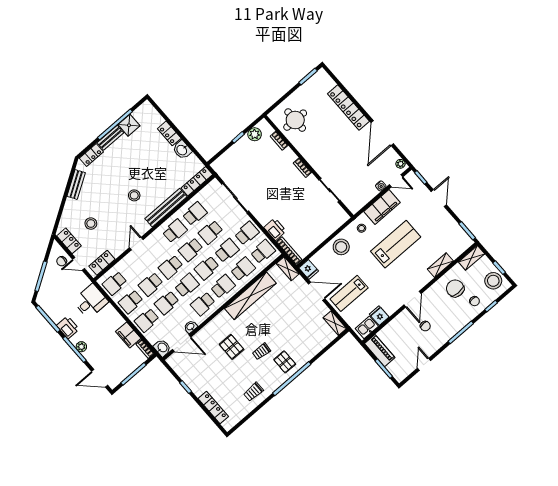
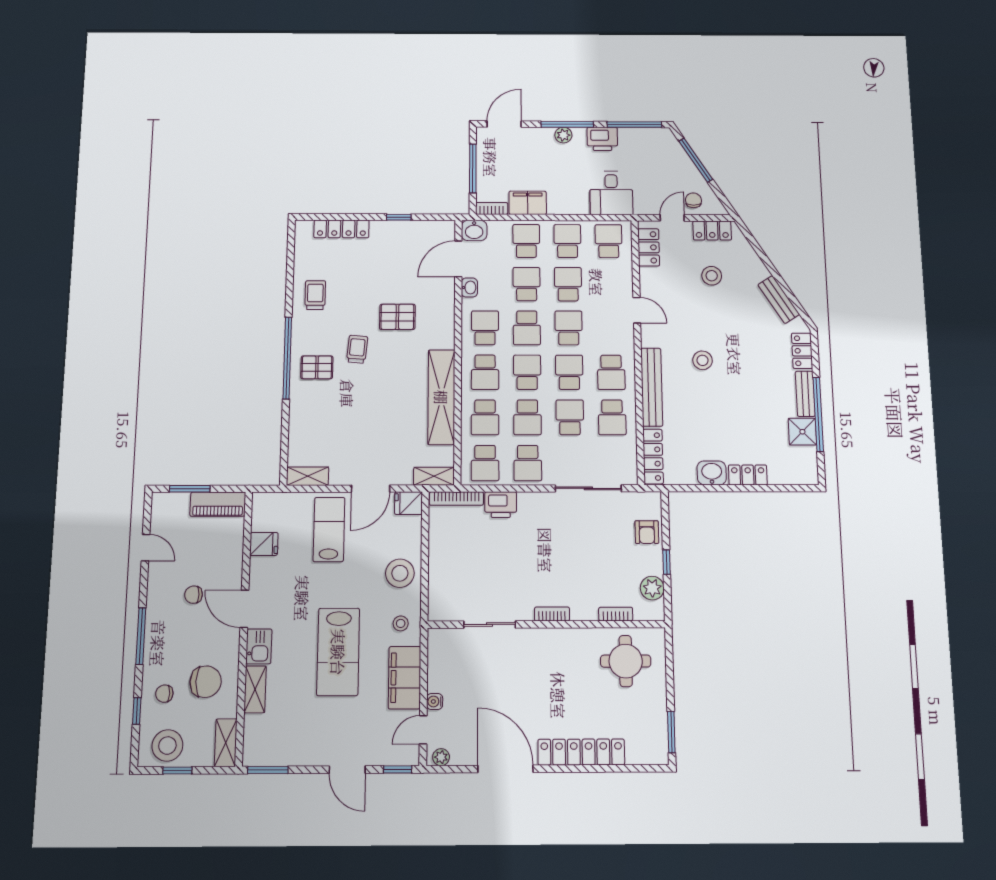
armchair: (232, 157) -> (647, 532), added
kitchen sink: (367, 327) -> (259, 646), moved

